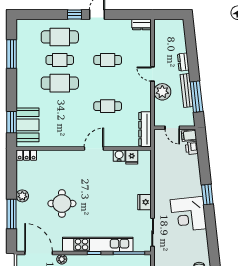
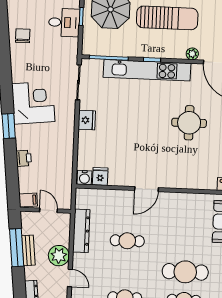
bench: (187, 90) -> (28, 250), width x0.73
dresser: (145, 129) -> (81, 231), moved
printer: (192, 148) -> (24, 158), moved
water cooler: (119, 156) -> (84, 178), moved

